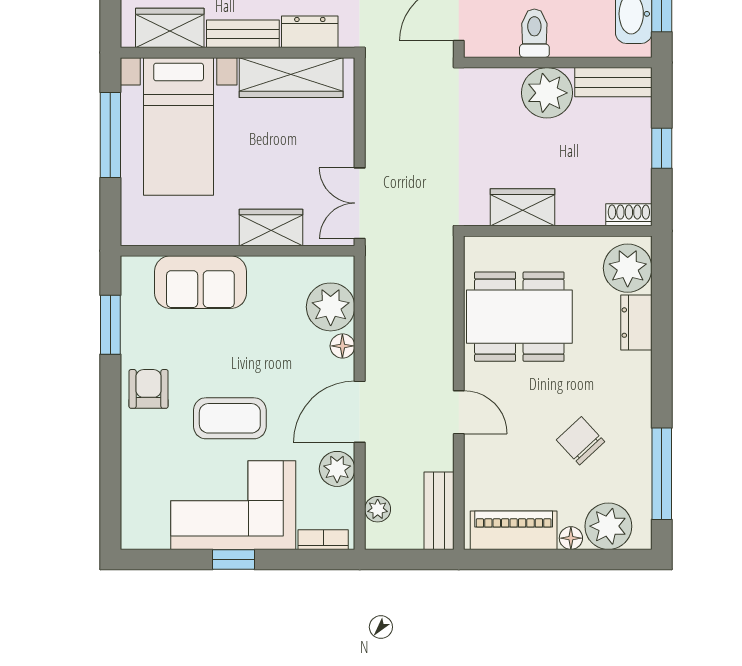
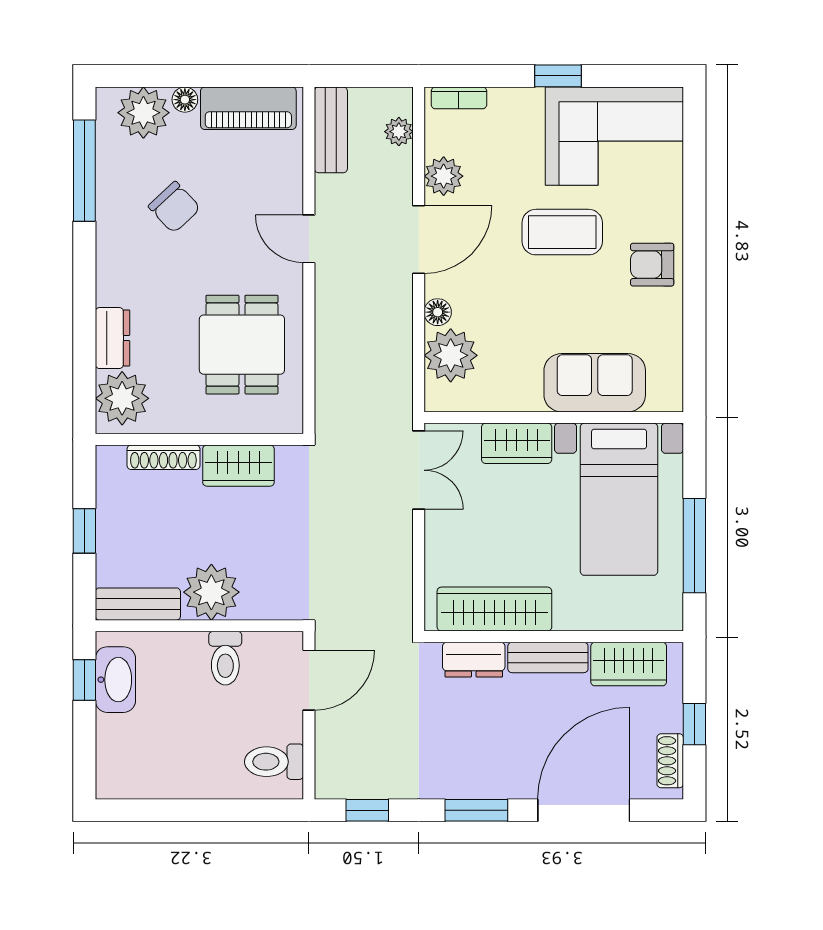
bed with nightstands: (179, 126) -> (619, 499), moved, turned 180
shoe rack: (629, 215) -> (163, 457), moved, width x1.43
dining table: (519, 317) -> (242, 345), width x0.73
window: (110, 325) -> (694, 336), removed
armchair: (149, 389) -> (652, 265), turned 90
corner sofa: (233, 505) -> (614, 136), moved

